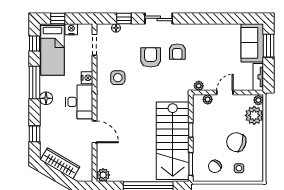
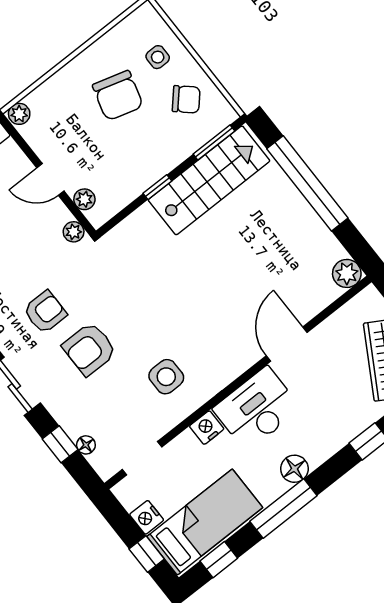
plant: (254, 115) -> (50, 101), removed
stairs: (173, 141) -> (209, 180), width x0.73, depth x0.66

